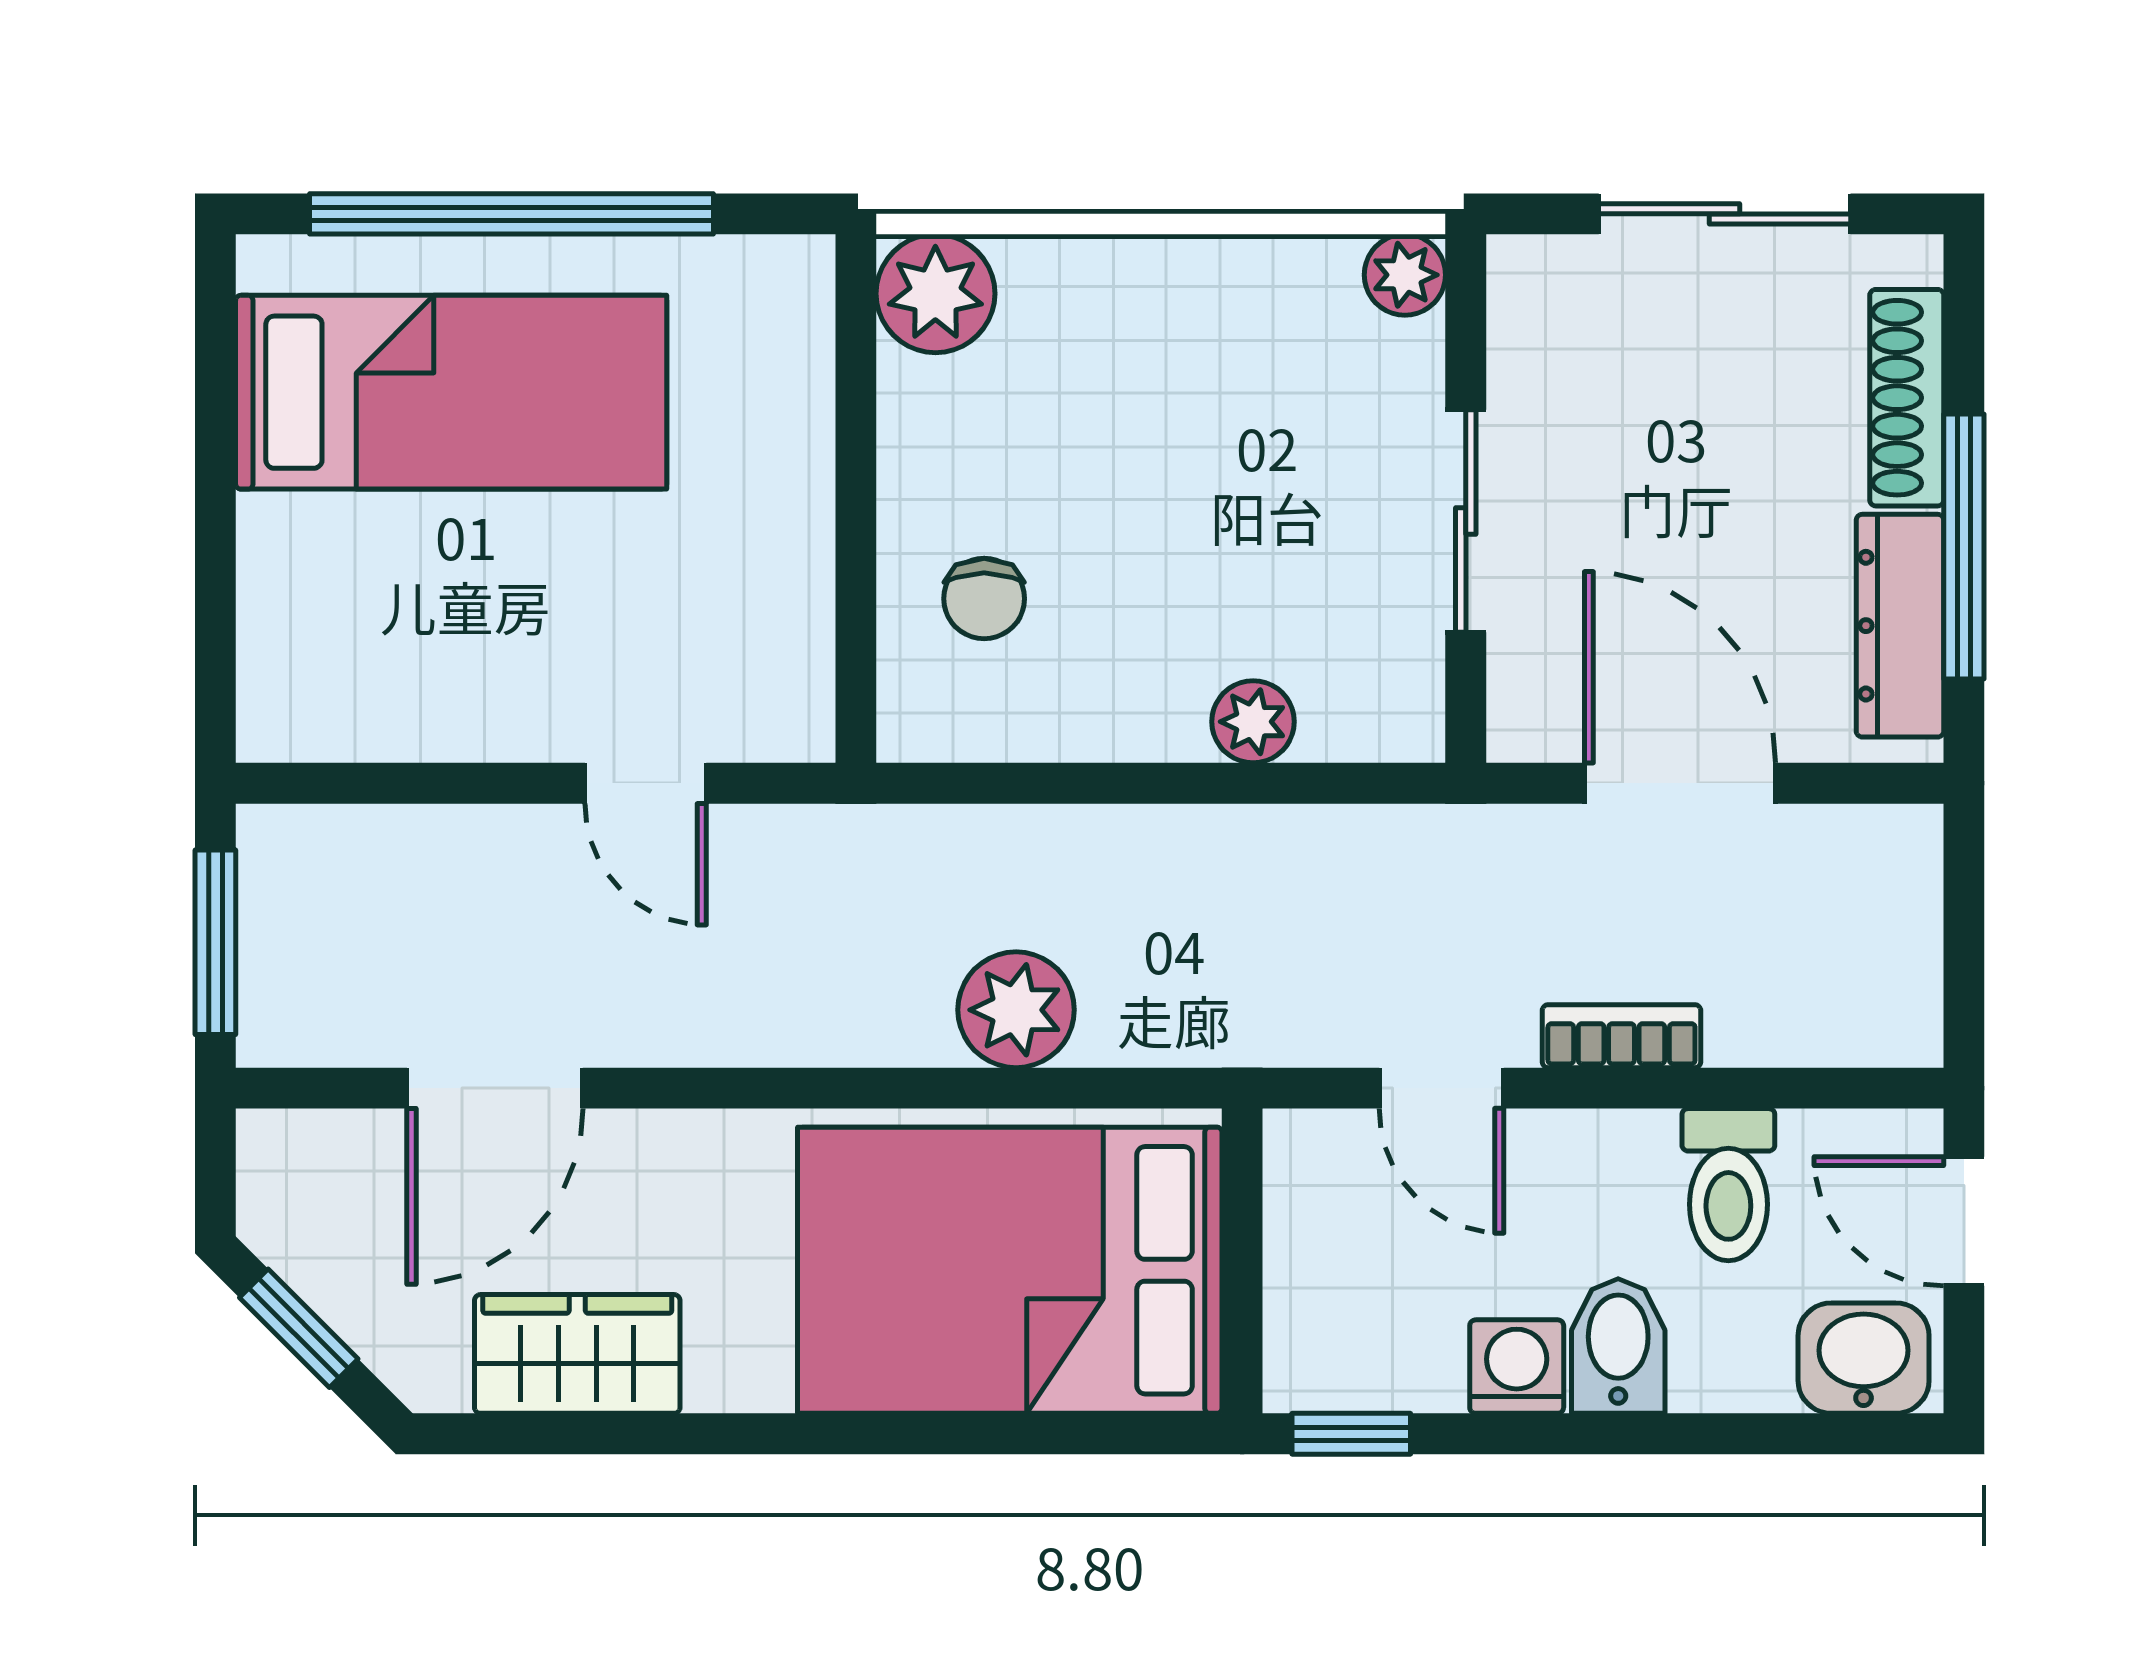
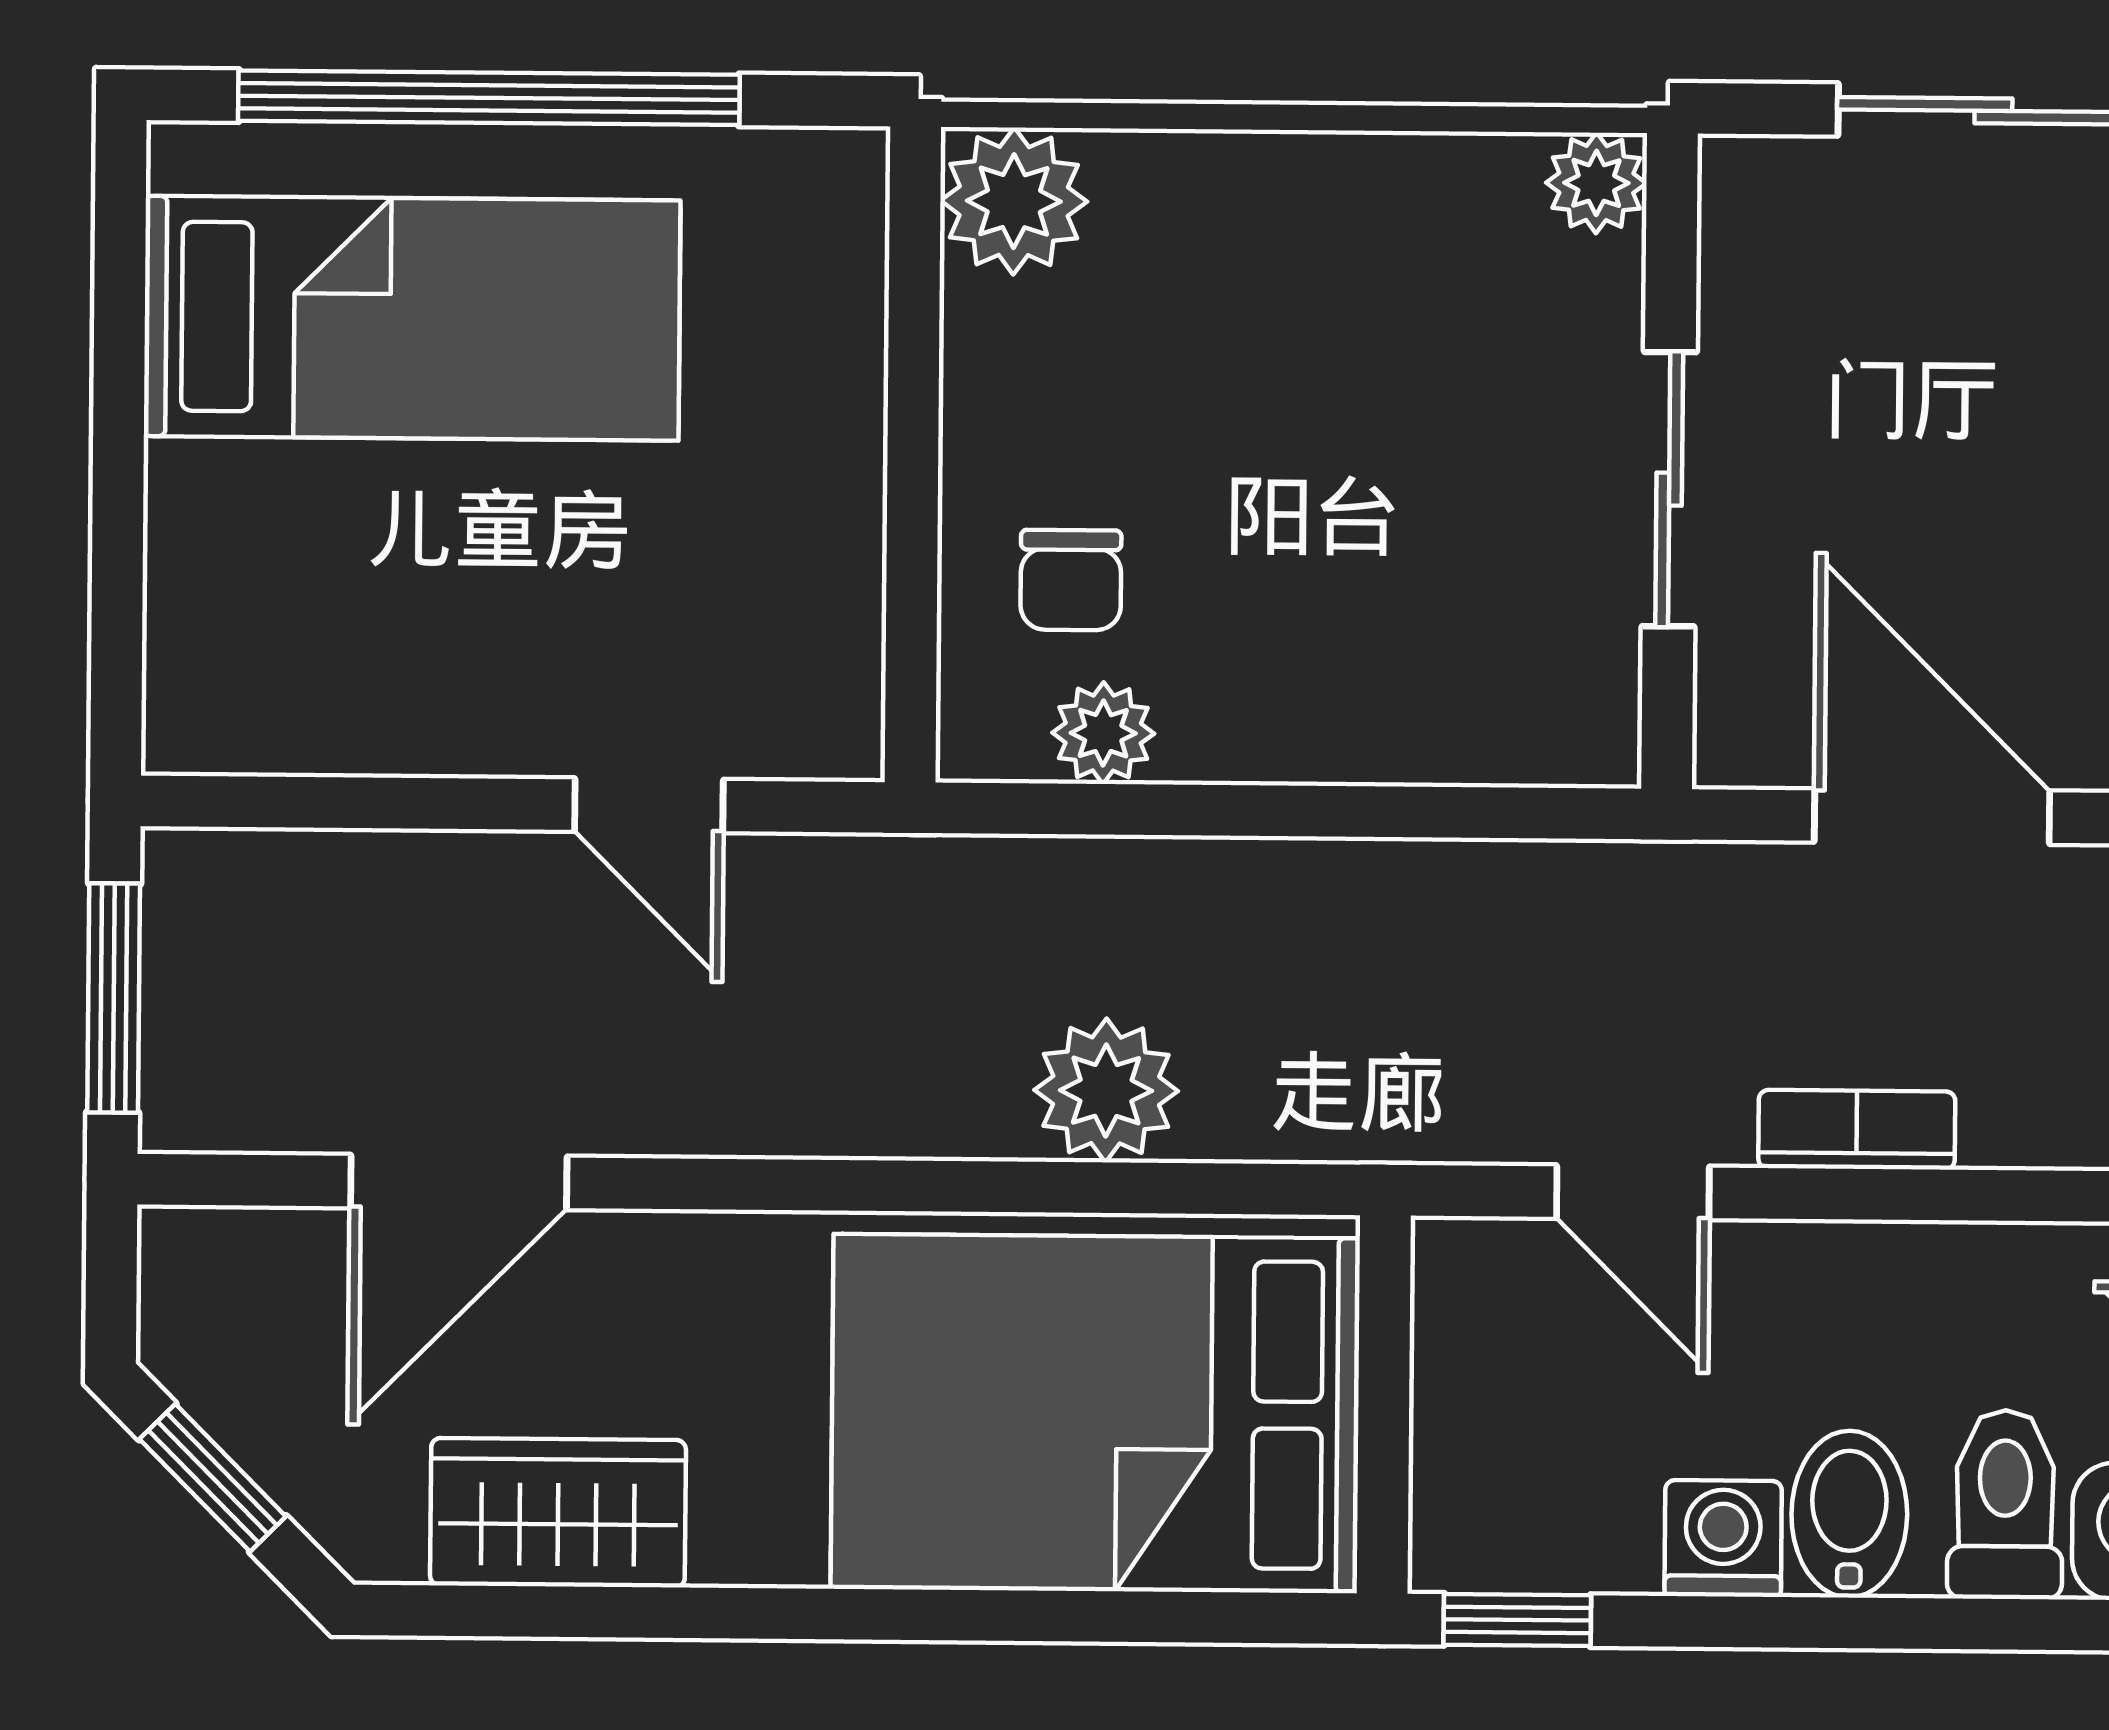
plant: (1253, 722) -> (1103, 733), moved
toilet: (1728, 1185) -> (2005, 1505), moved, turned 180

